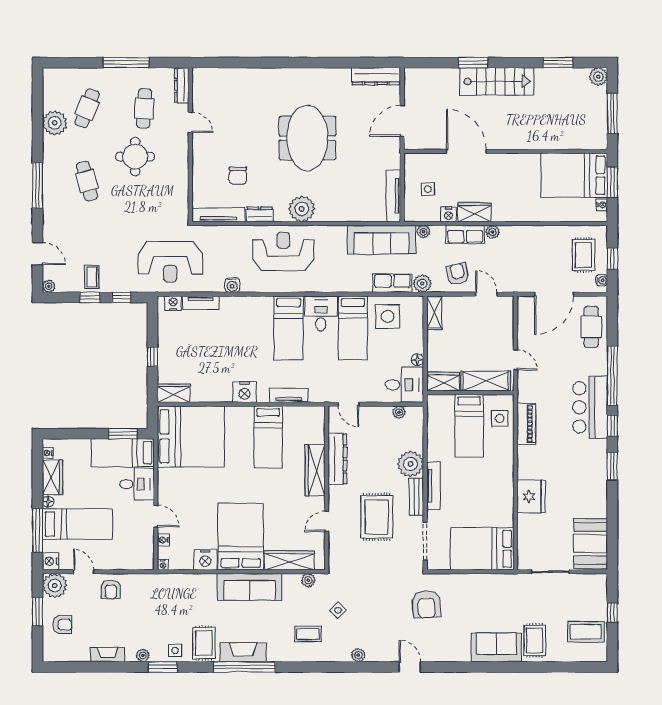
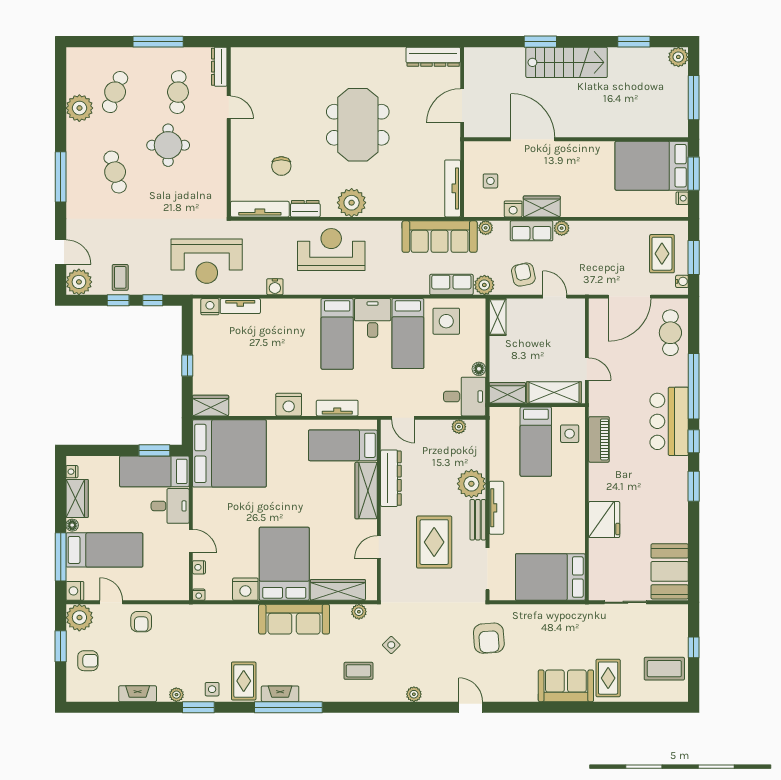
window: (612, 259) -> (694, 257), width x1.50
plant: (49, 286) -> (79, 282), width x1.88, depth x1.88
bed: (268, 437) -> (343, 445), moved, turned 90
fireplace: (243, 652) -> (280, 694), width x0.73, depth x0.76

